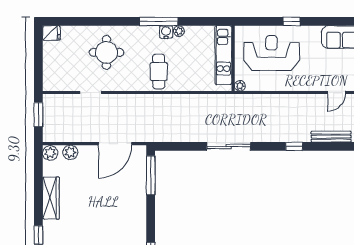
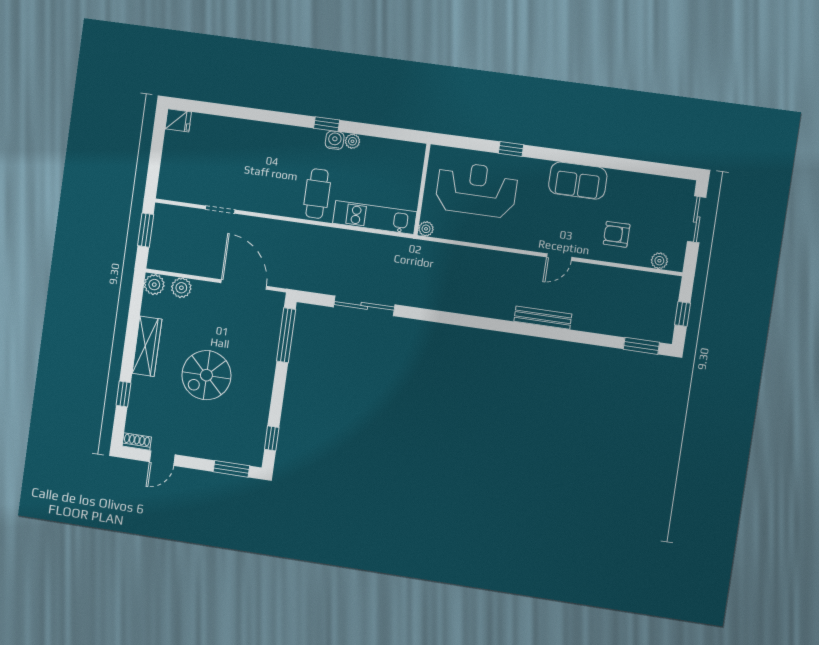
window: (159, 21) -> (327, 124), width x0.46
round table: (106, 52) -> (249, 157), removed
kitchen unit: (223, 55) -> (375, 217), moved, turned 90
door: (115, 144) -> (244, 284), swing flipped
sliding door: (229, 146) -> (364, 306), moved
window: (294, 146) -> (489, 324), removed
spiral stairs: (97, 212) -> (206, 375), added

